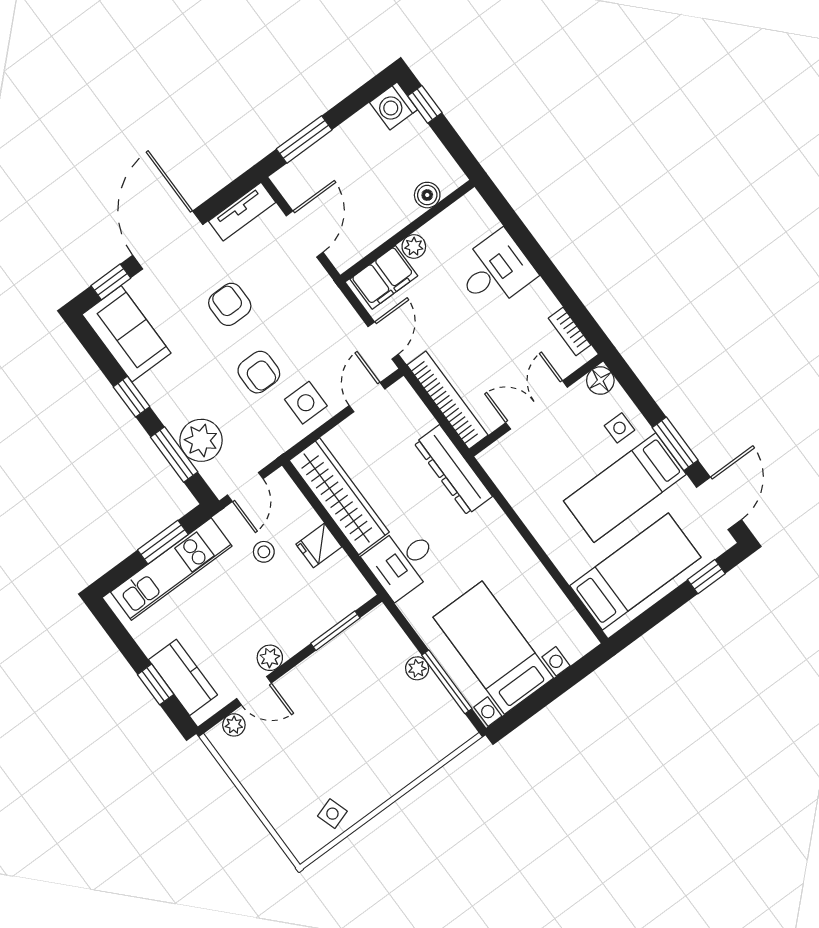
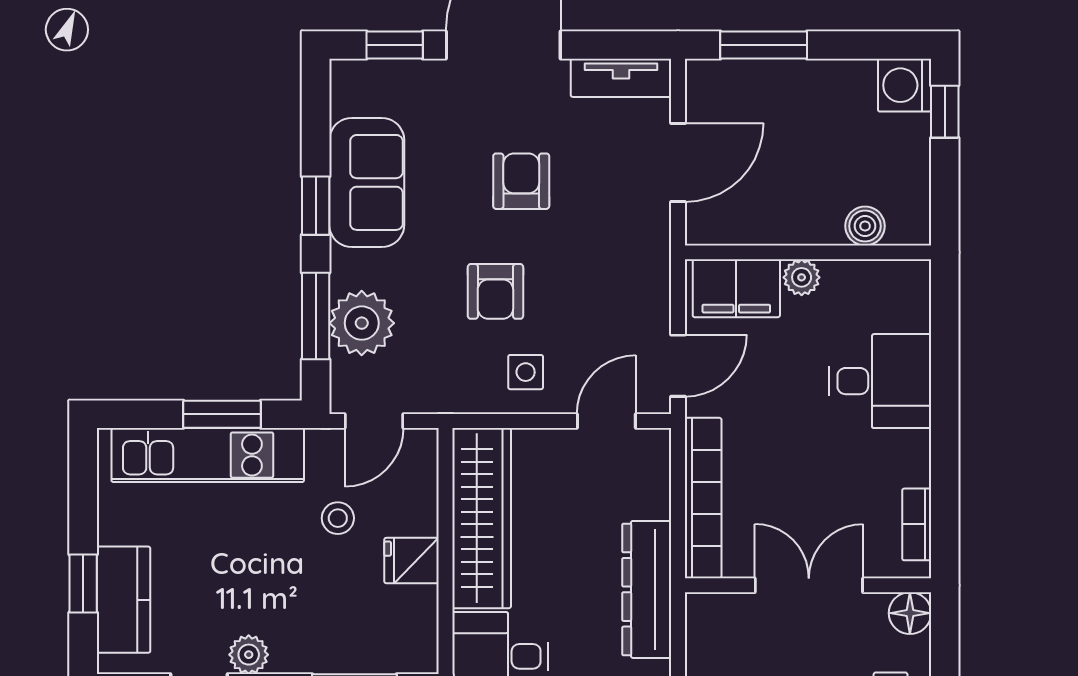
sofa: (126, 334) -> (367, 182), moved
side table: (306, 403) -> (526, 372), width x0.73, depth x0.73

